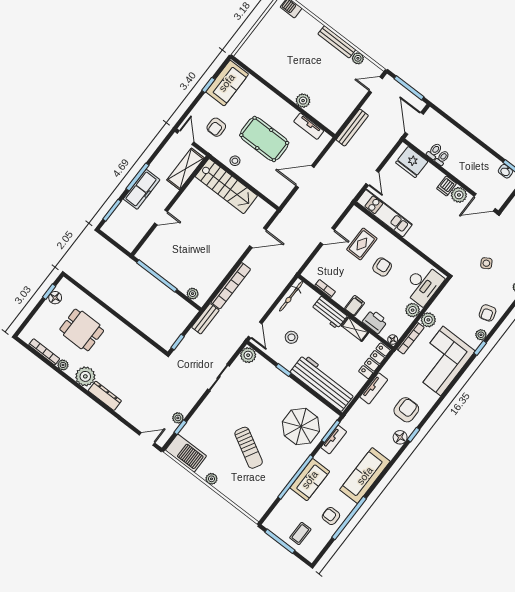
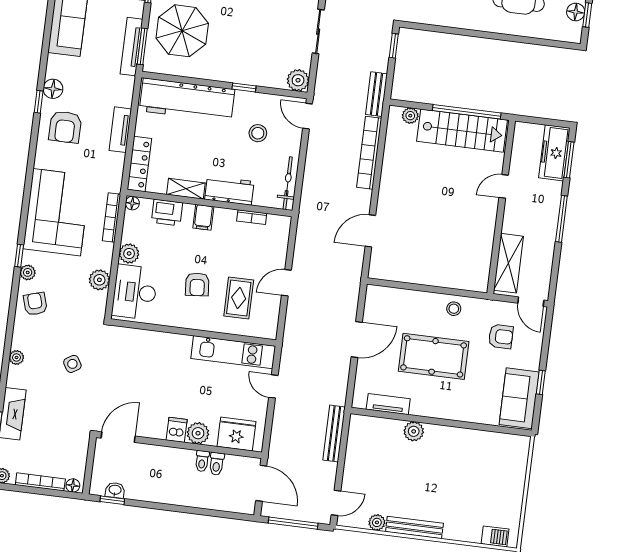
armchair: (216, 127) -> (501, 336), turned 90
stairs: (226, 186) -> (462, 131), moved, turned 180
freezer: (142, 189) -> (554, 153), moved
plant: (459, 195) -> (198, 433), moved
plant: (428, 320) -> (99, 280), moved
tv unit: (334, 440) -> (132, 47), width x1.41

